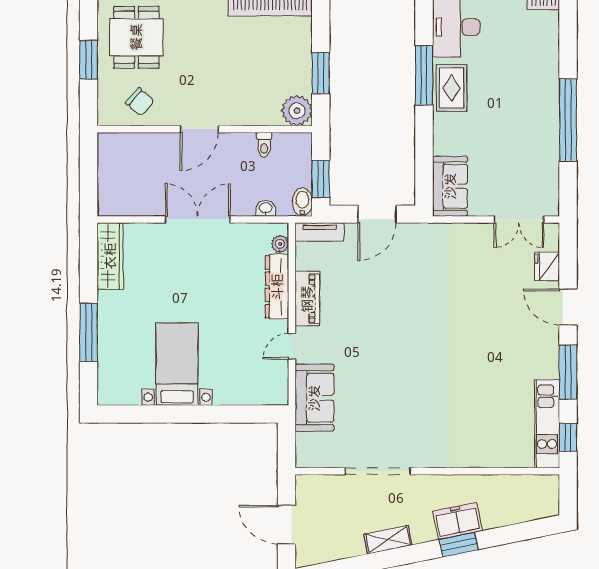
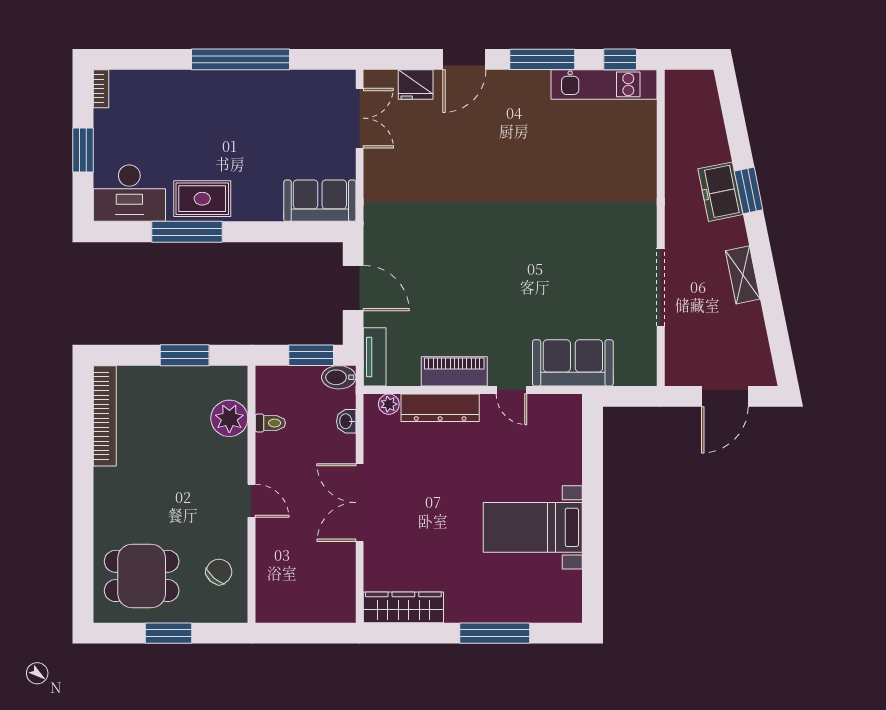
plant: (297, 111) -> (229, 418), moved
door: (199, 129) -> (252, 501), width x0.73

